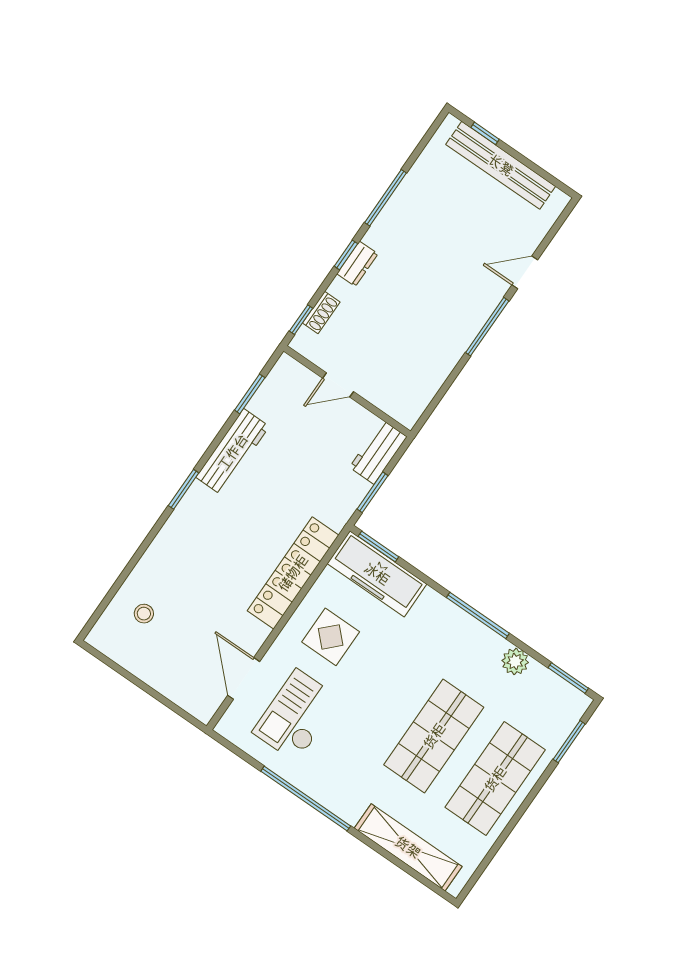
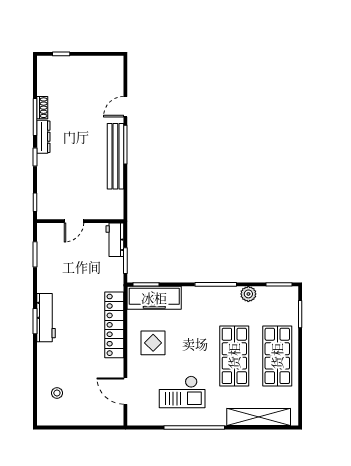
bench: (501, 165) -> (115, 156), moved, turned 90
dresser: (357, 264) -> (43, 137), moved, width x1.44
shoe rack: (321, 313) -> (42, 108), moved
workbench: (233, 452) -> (46, 318), moved
checkout: (296, 716) -> (182, 392), moved, turned -90

